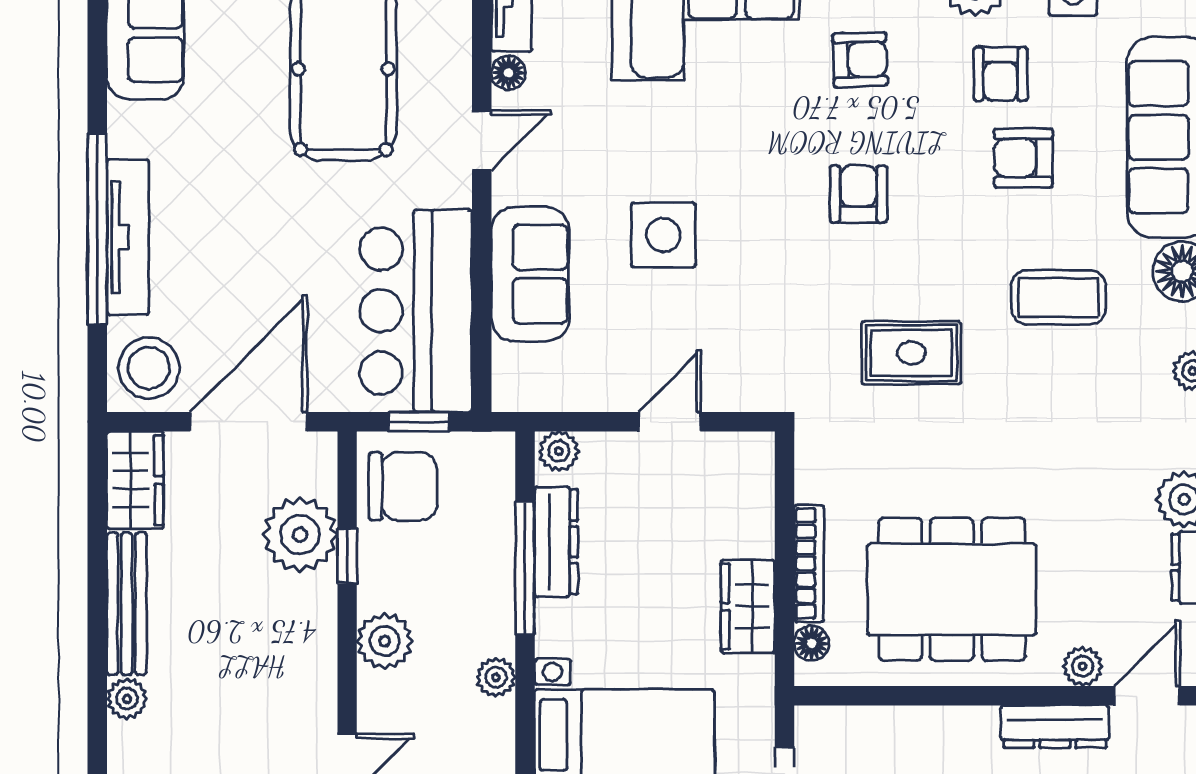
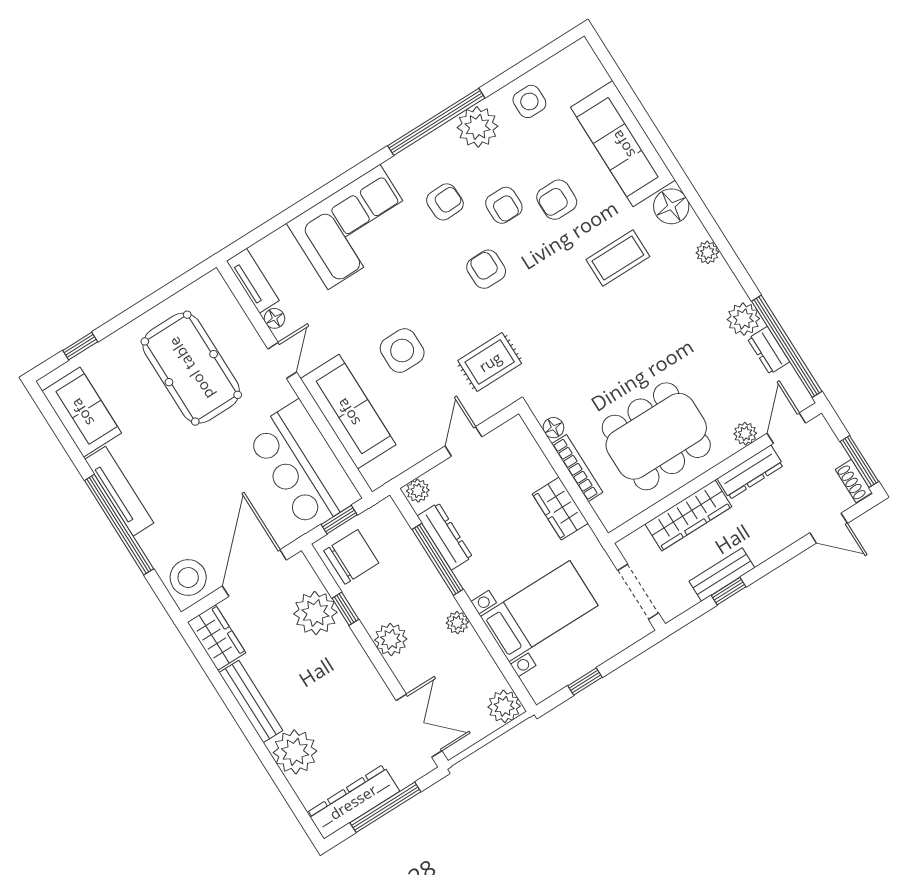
armchair: (1001, 74) -> (504, 205), moved
tv unit: (128, 237) -> (119, 491), moved
sofa: (530, 274) -> (348, 412), width x1.36
rug: (911, 353) -> (490, 362), moved
floor lamp: (812, 643) -> (553, 428), moved
plant: (127, 699) -> (295, 752), width x1.88, depth x1.88
wardrobe: (926, 733) -> (688, 515), added

